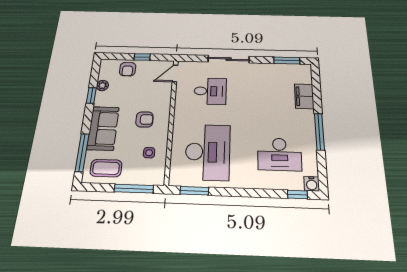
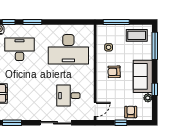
sofa: (103, 128) -> (143, 76), moved
desk: (208, 152) -> (68, 49), turned -90
window: (194, 191) -> (32, 22), moved

